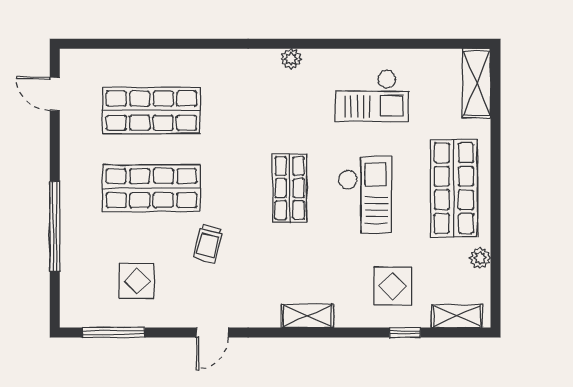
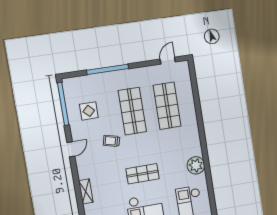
plant: (291, 59) -> (196, 165), width x1.87, depth x1.87
window: (113, 333) -> (63, 104), width x1.46
door: (212, 333) -> (71, 149), swing flipped

